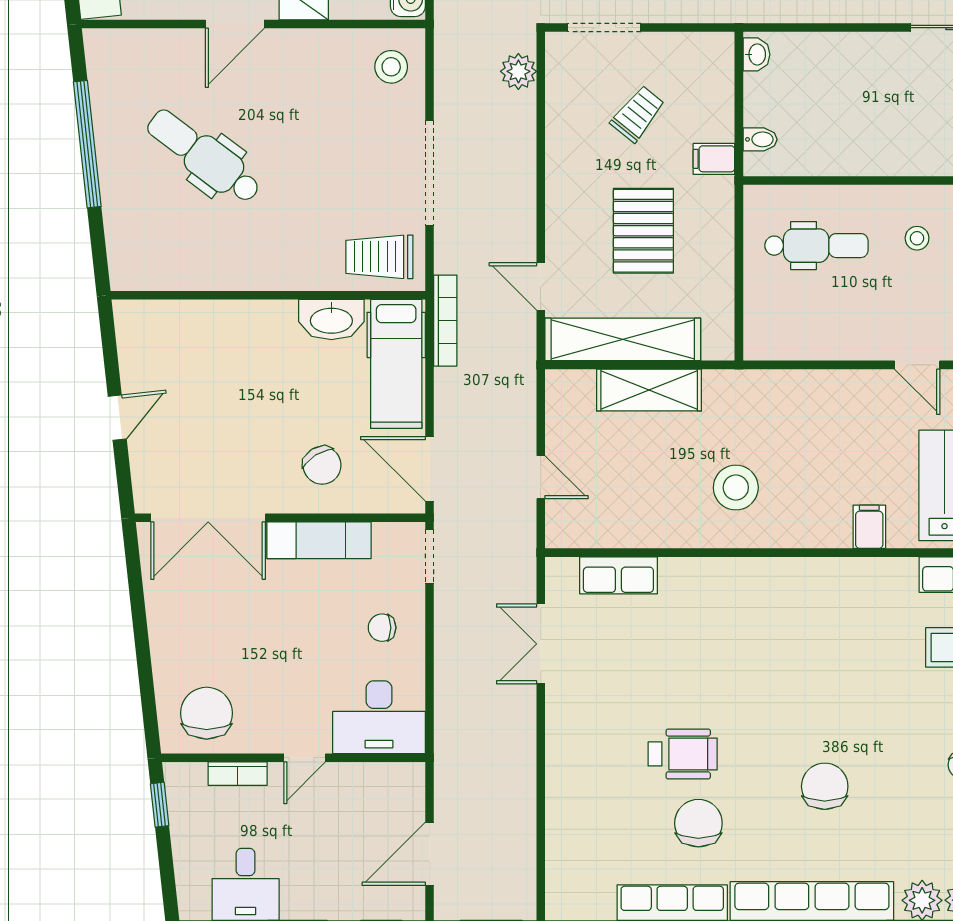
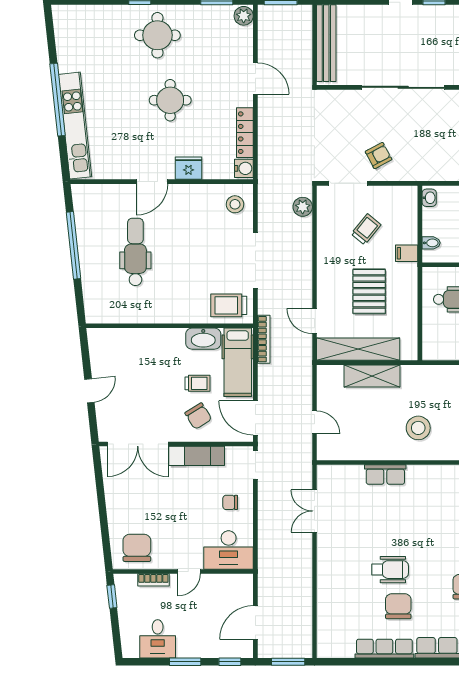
dental chair: (204, 156) -> (135, 252), turned 53
trolley: (321, 404) -> (198, 383), added
row of seats: (618, 575) -> (385, 475), moved

